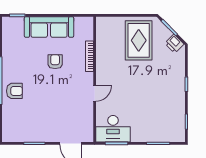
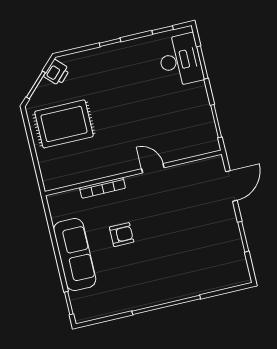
armchair: (55, 62) -> (122, 235), turned 180
armchair: (14, 91) -> (176, 282), removed
desk: (113, 129) -> (180, 60), moved

